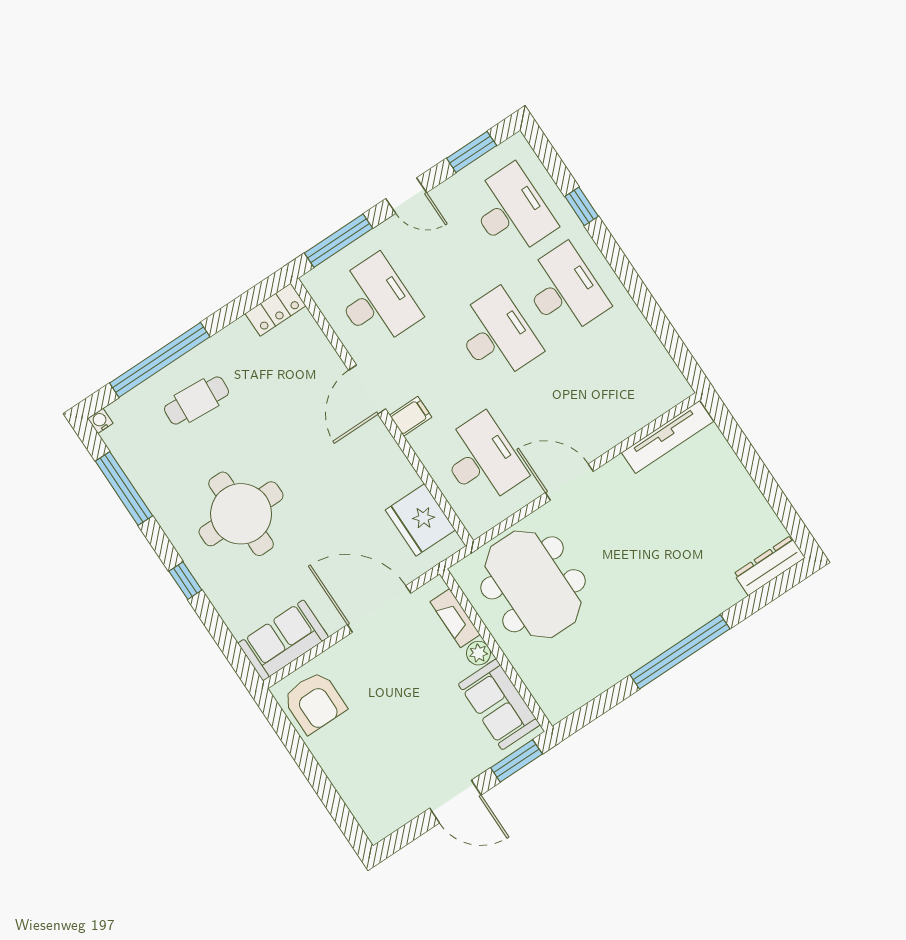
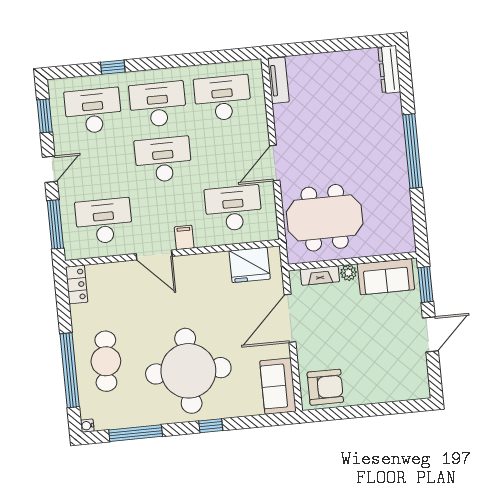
desk: (617, 370) -> (223, 98), added
cafe table: (197, 400) -> (106, 361), width x1.37, depth x1.35
tv unit: (668, 437) -> (278, 80), width x0.71
round table: (241, 514) -> (188, 371), width x1.36, depth x1.36

